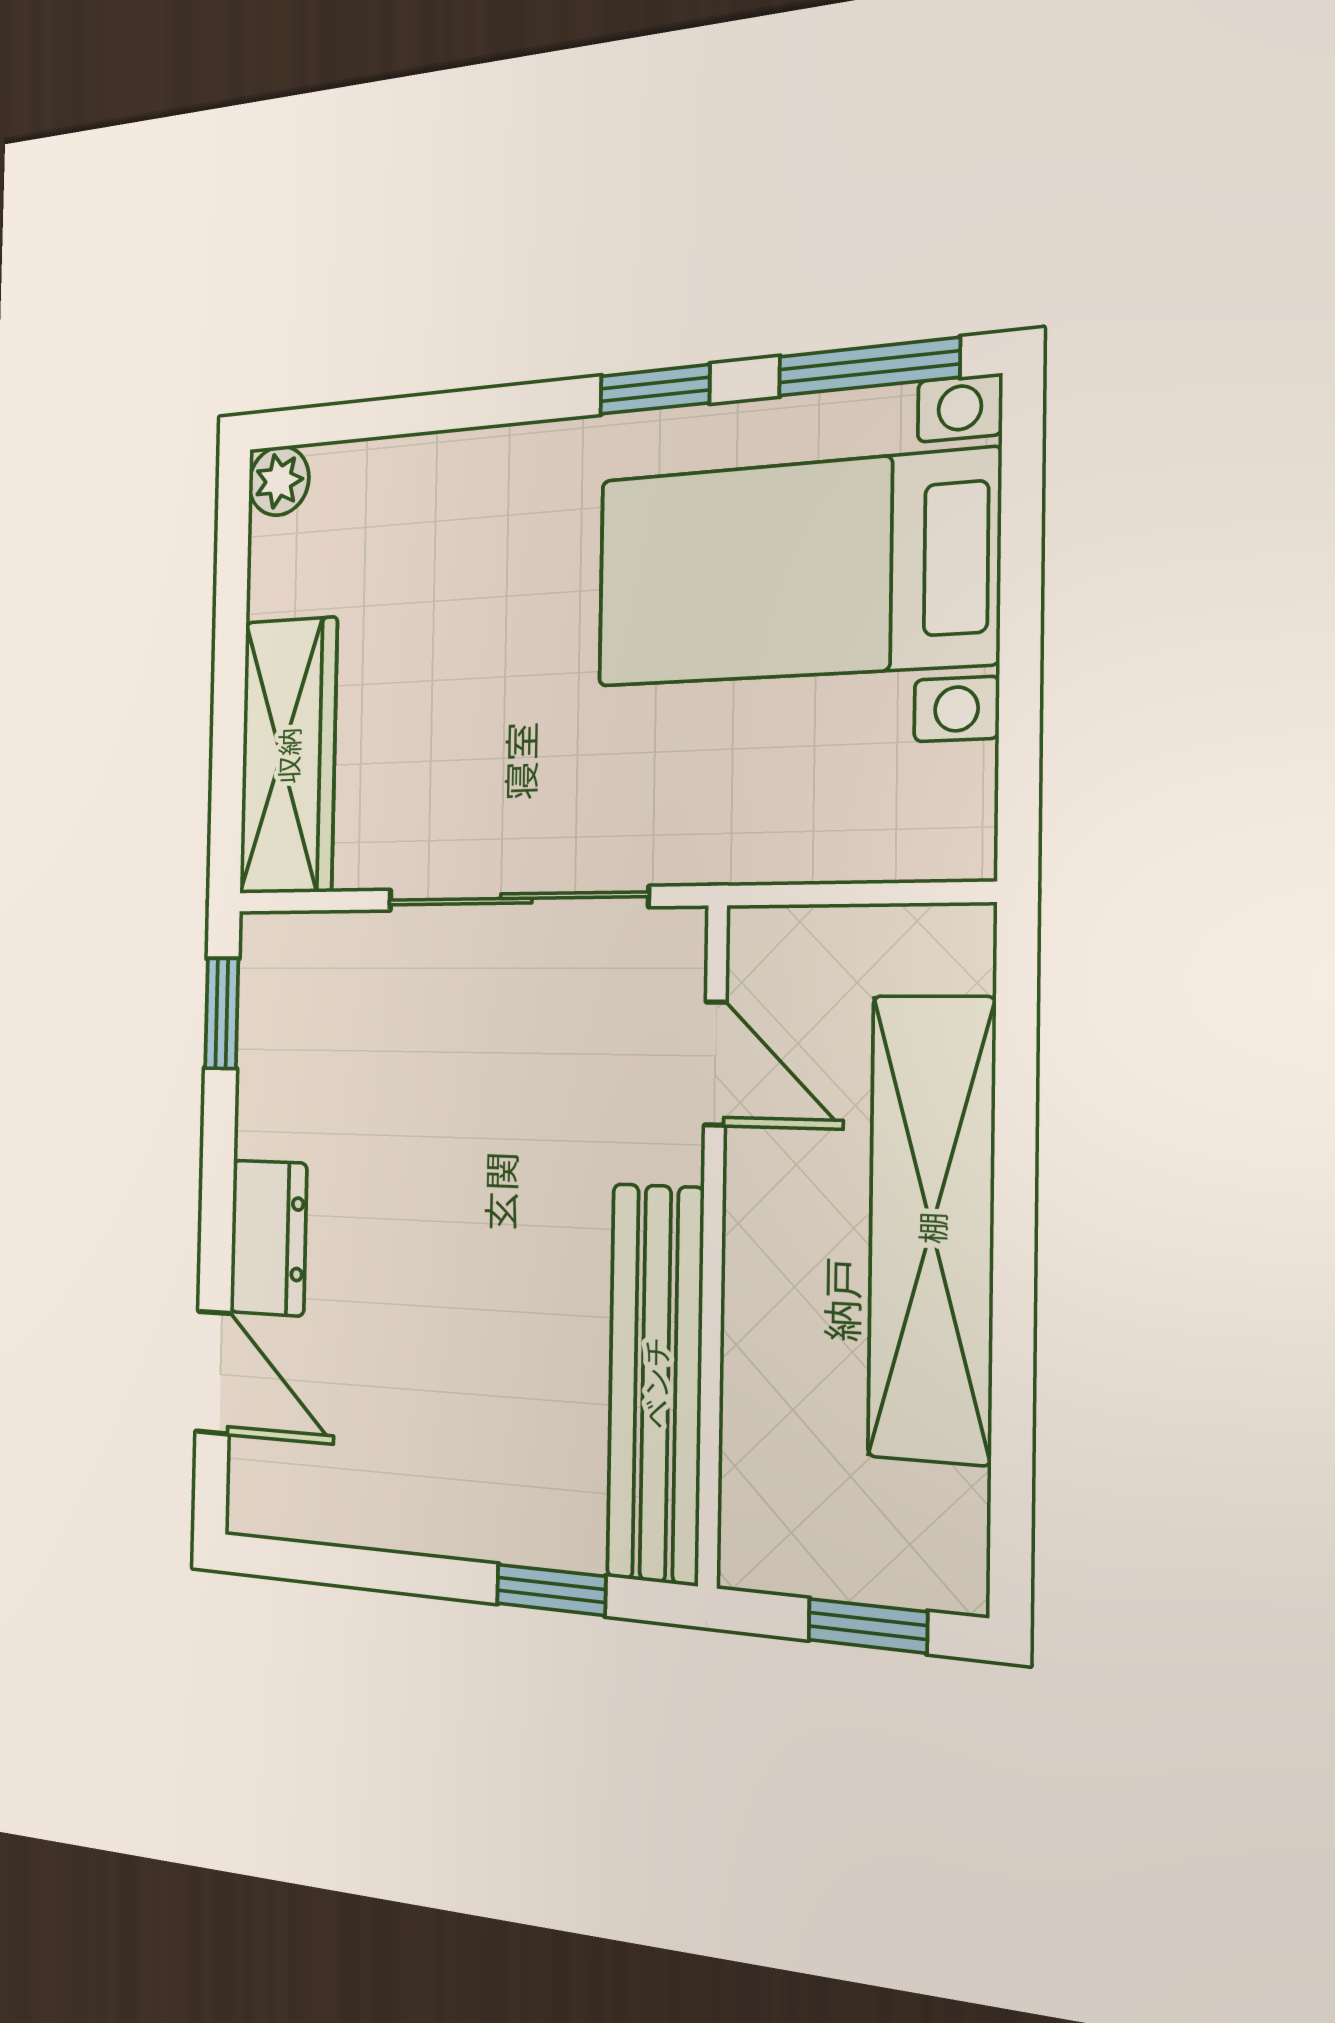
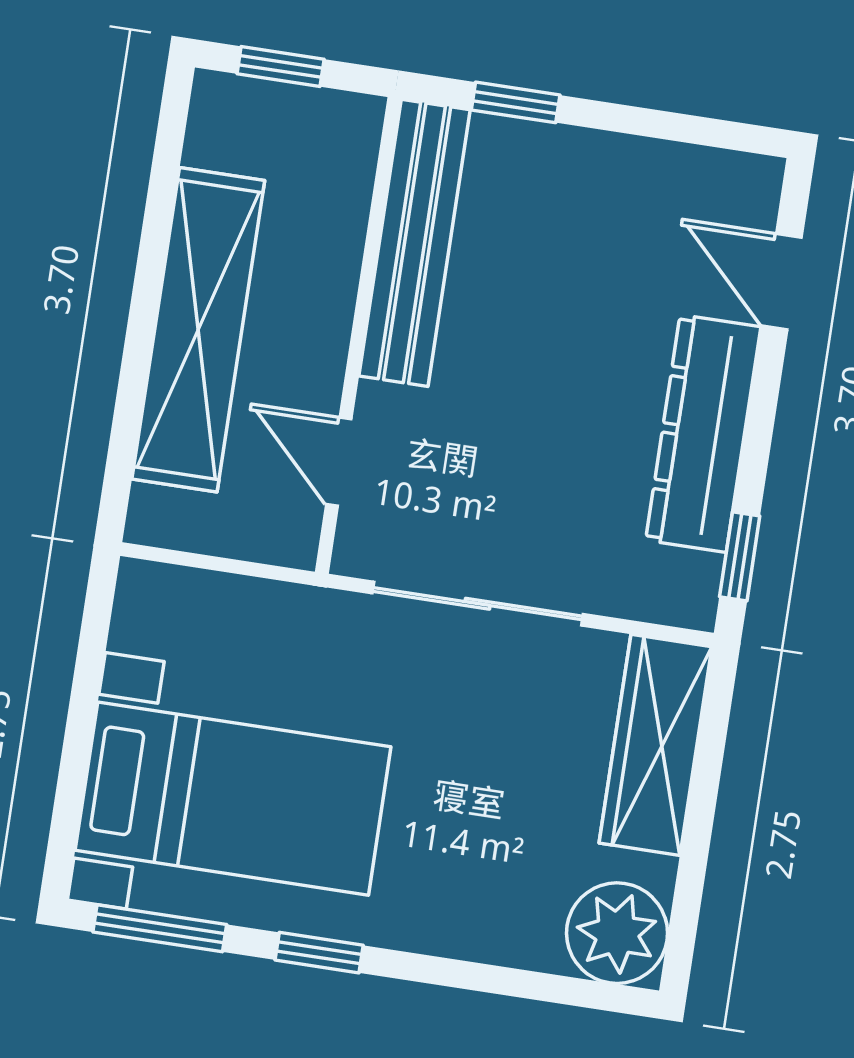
plant: (279, 481) -> (617, 933), width x1.88, depth x1.88
dresser: (268, 1238) -> (703, 434), width x1.96, depth x1.24

